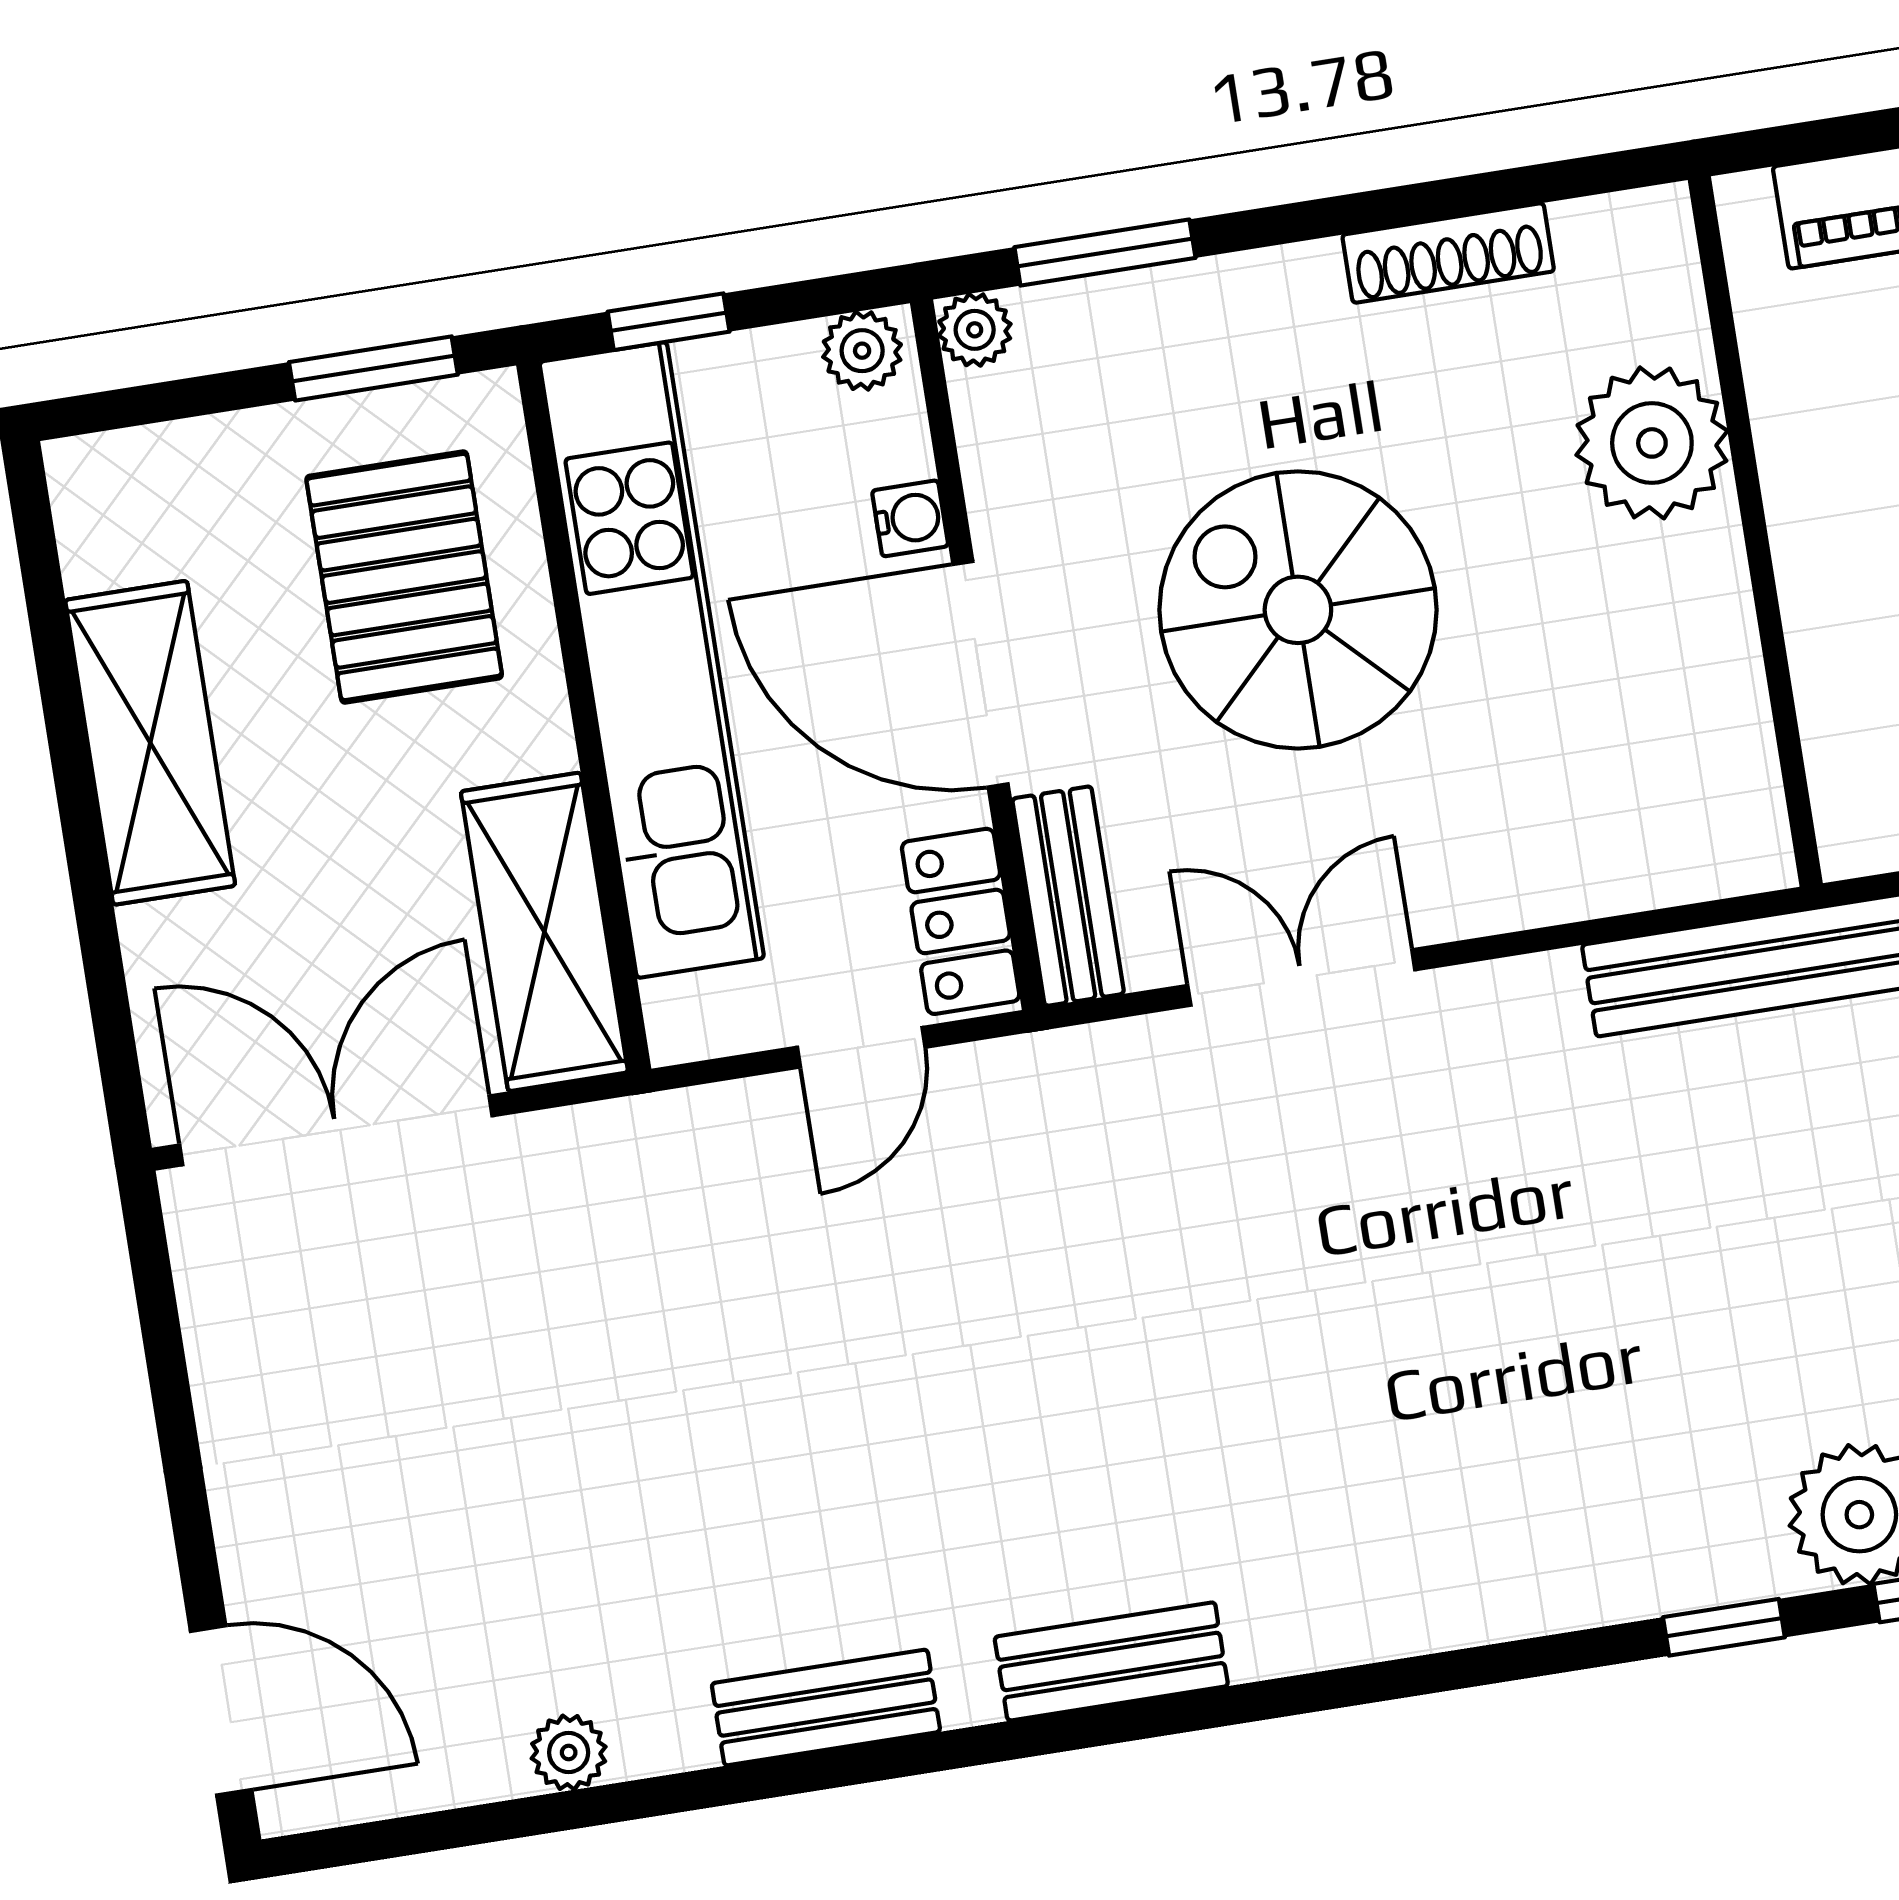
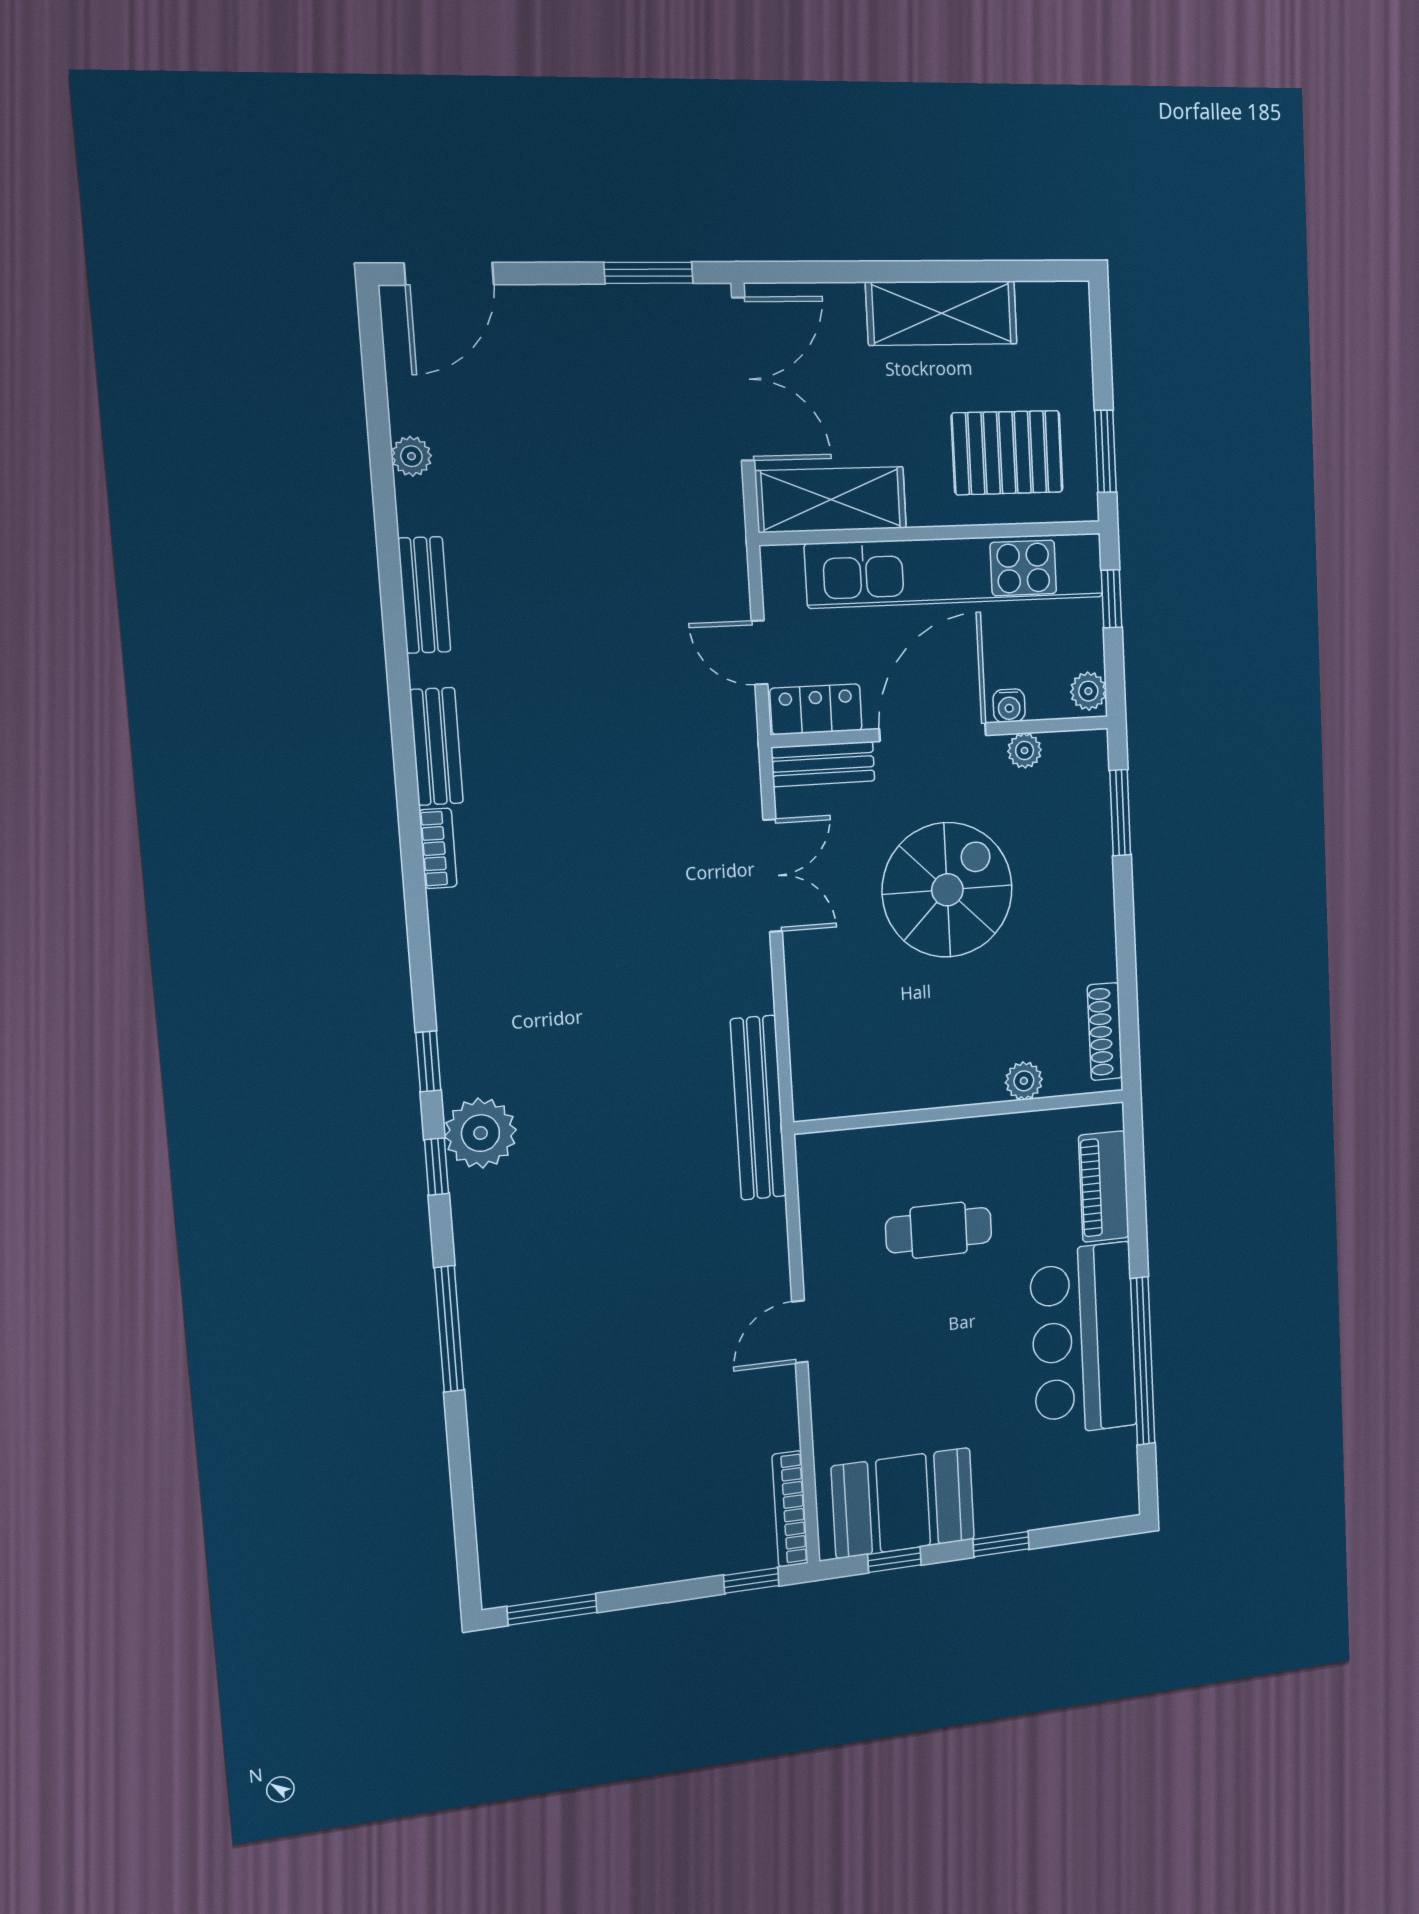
shoe rack: (1448, 253) -> (1105, 1031), moved
plant: (975, 330) -> (1025, 750), moved
plant: (1652, 443) -> (1024, 1081), width x0.53, depth x0.53
window: (162, 1334) -> (648, 273), added
bookcase: (1307, 1642) -> (438, 848), added

